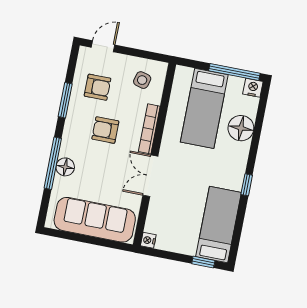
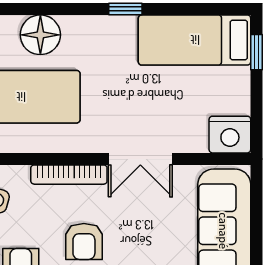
nightstand: (148, 240) -> (230, 135), width x1.89, depth x1.79

